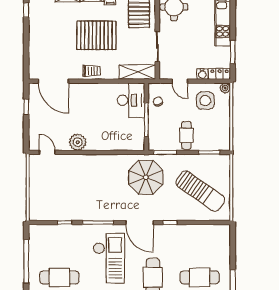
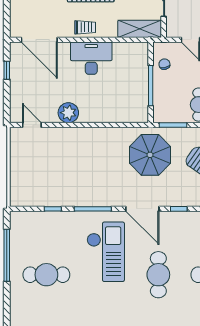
desk: (131, 100) -> (91, 58), moved, turned -90

